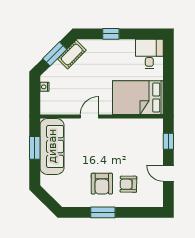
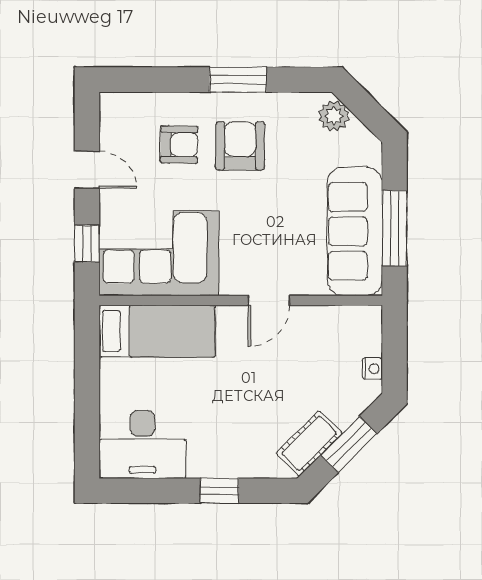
desk: (149, 54) -> (143, 445), width x1.37
bed: (138, 98) -> (157, 331), width x0.67
corner sofa: (137, 137) -> (159, 253), added
window: (35, 148) -> (395, 228), width x1.44
plant: (61, 197) -> (334, 116), added

